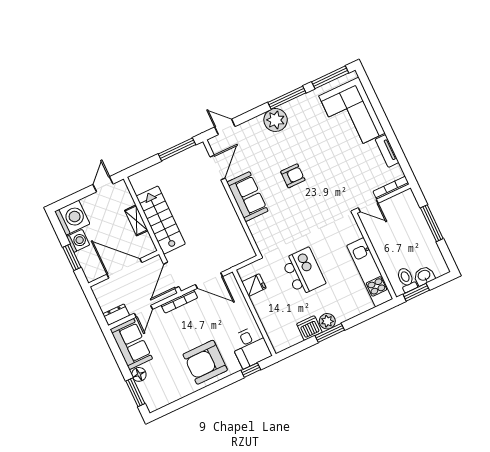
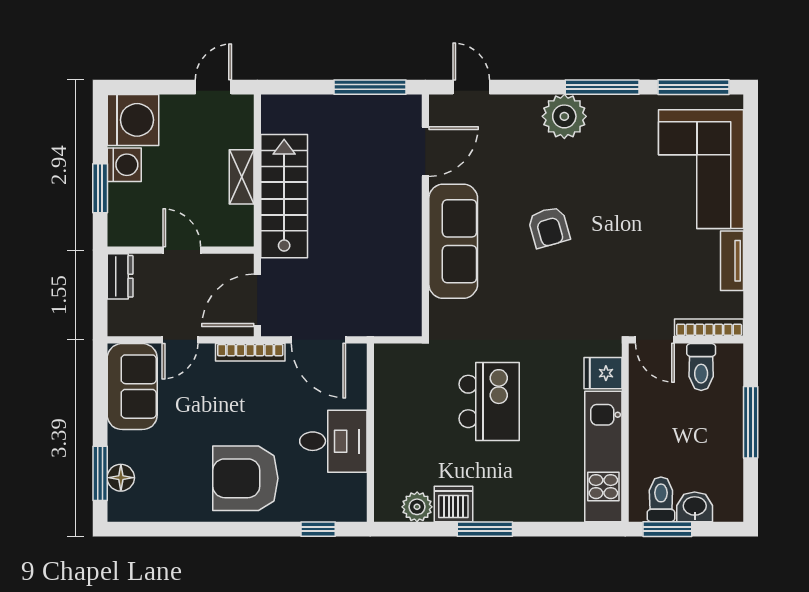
armchair: (293, 176) -> (549, 227), turned 74
sofa: (247, 197) -> (453, 241), width x1.36
toilet: (396, 208) -> (701, 367), added
door: (124, 268) -> (182, 250), width x0.53
fridge: (254, 285) -> (603, 373), moved, turned 180
dresser: (116, 315) -> (120, 276), moved, turned 90
plant: (327, 321) -> (417, 507), moved
desk: (250, 347) -> (333, 441), moved, turned -90
floor lamp: (139, 374) -> (121, 478), moved

